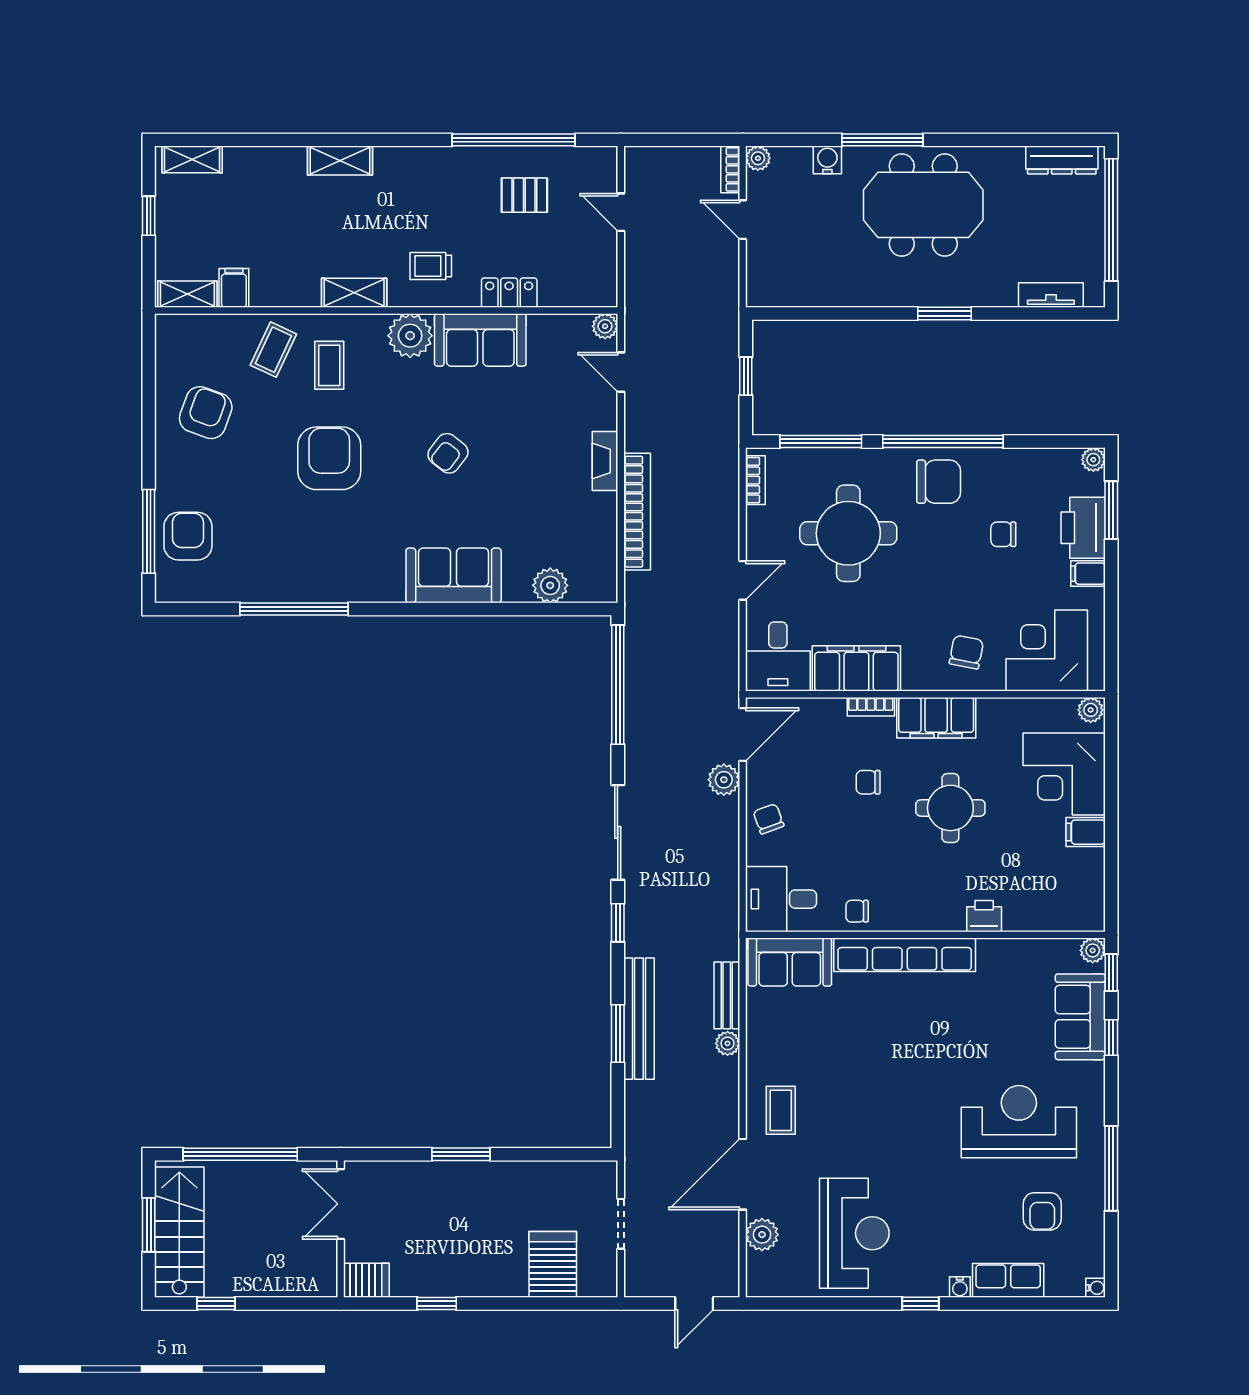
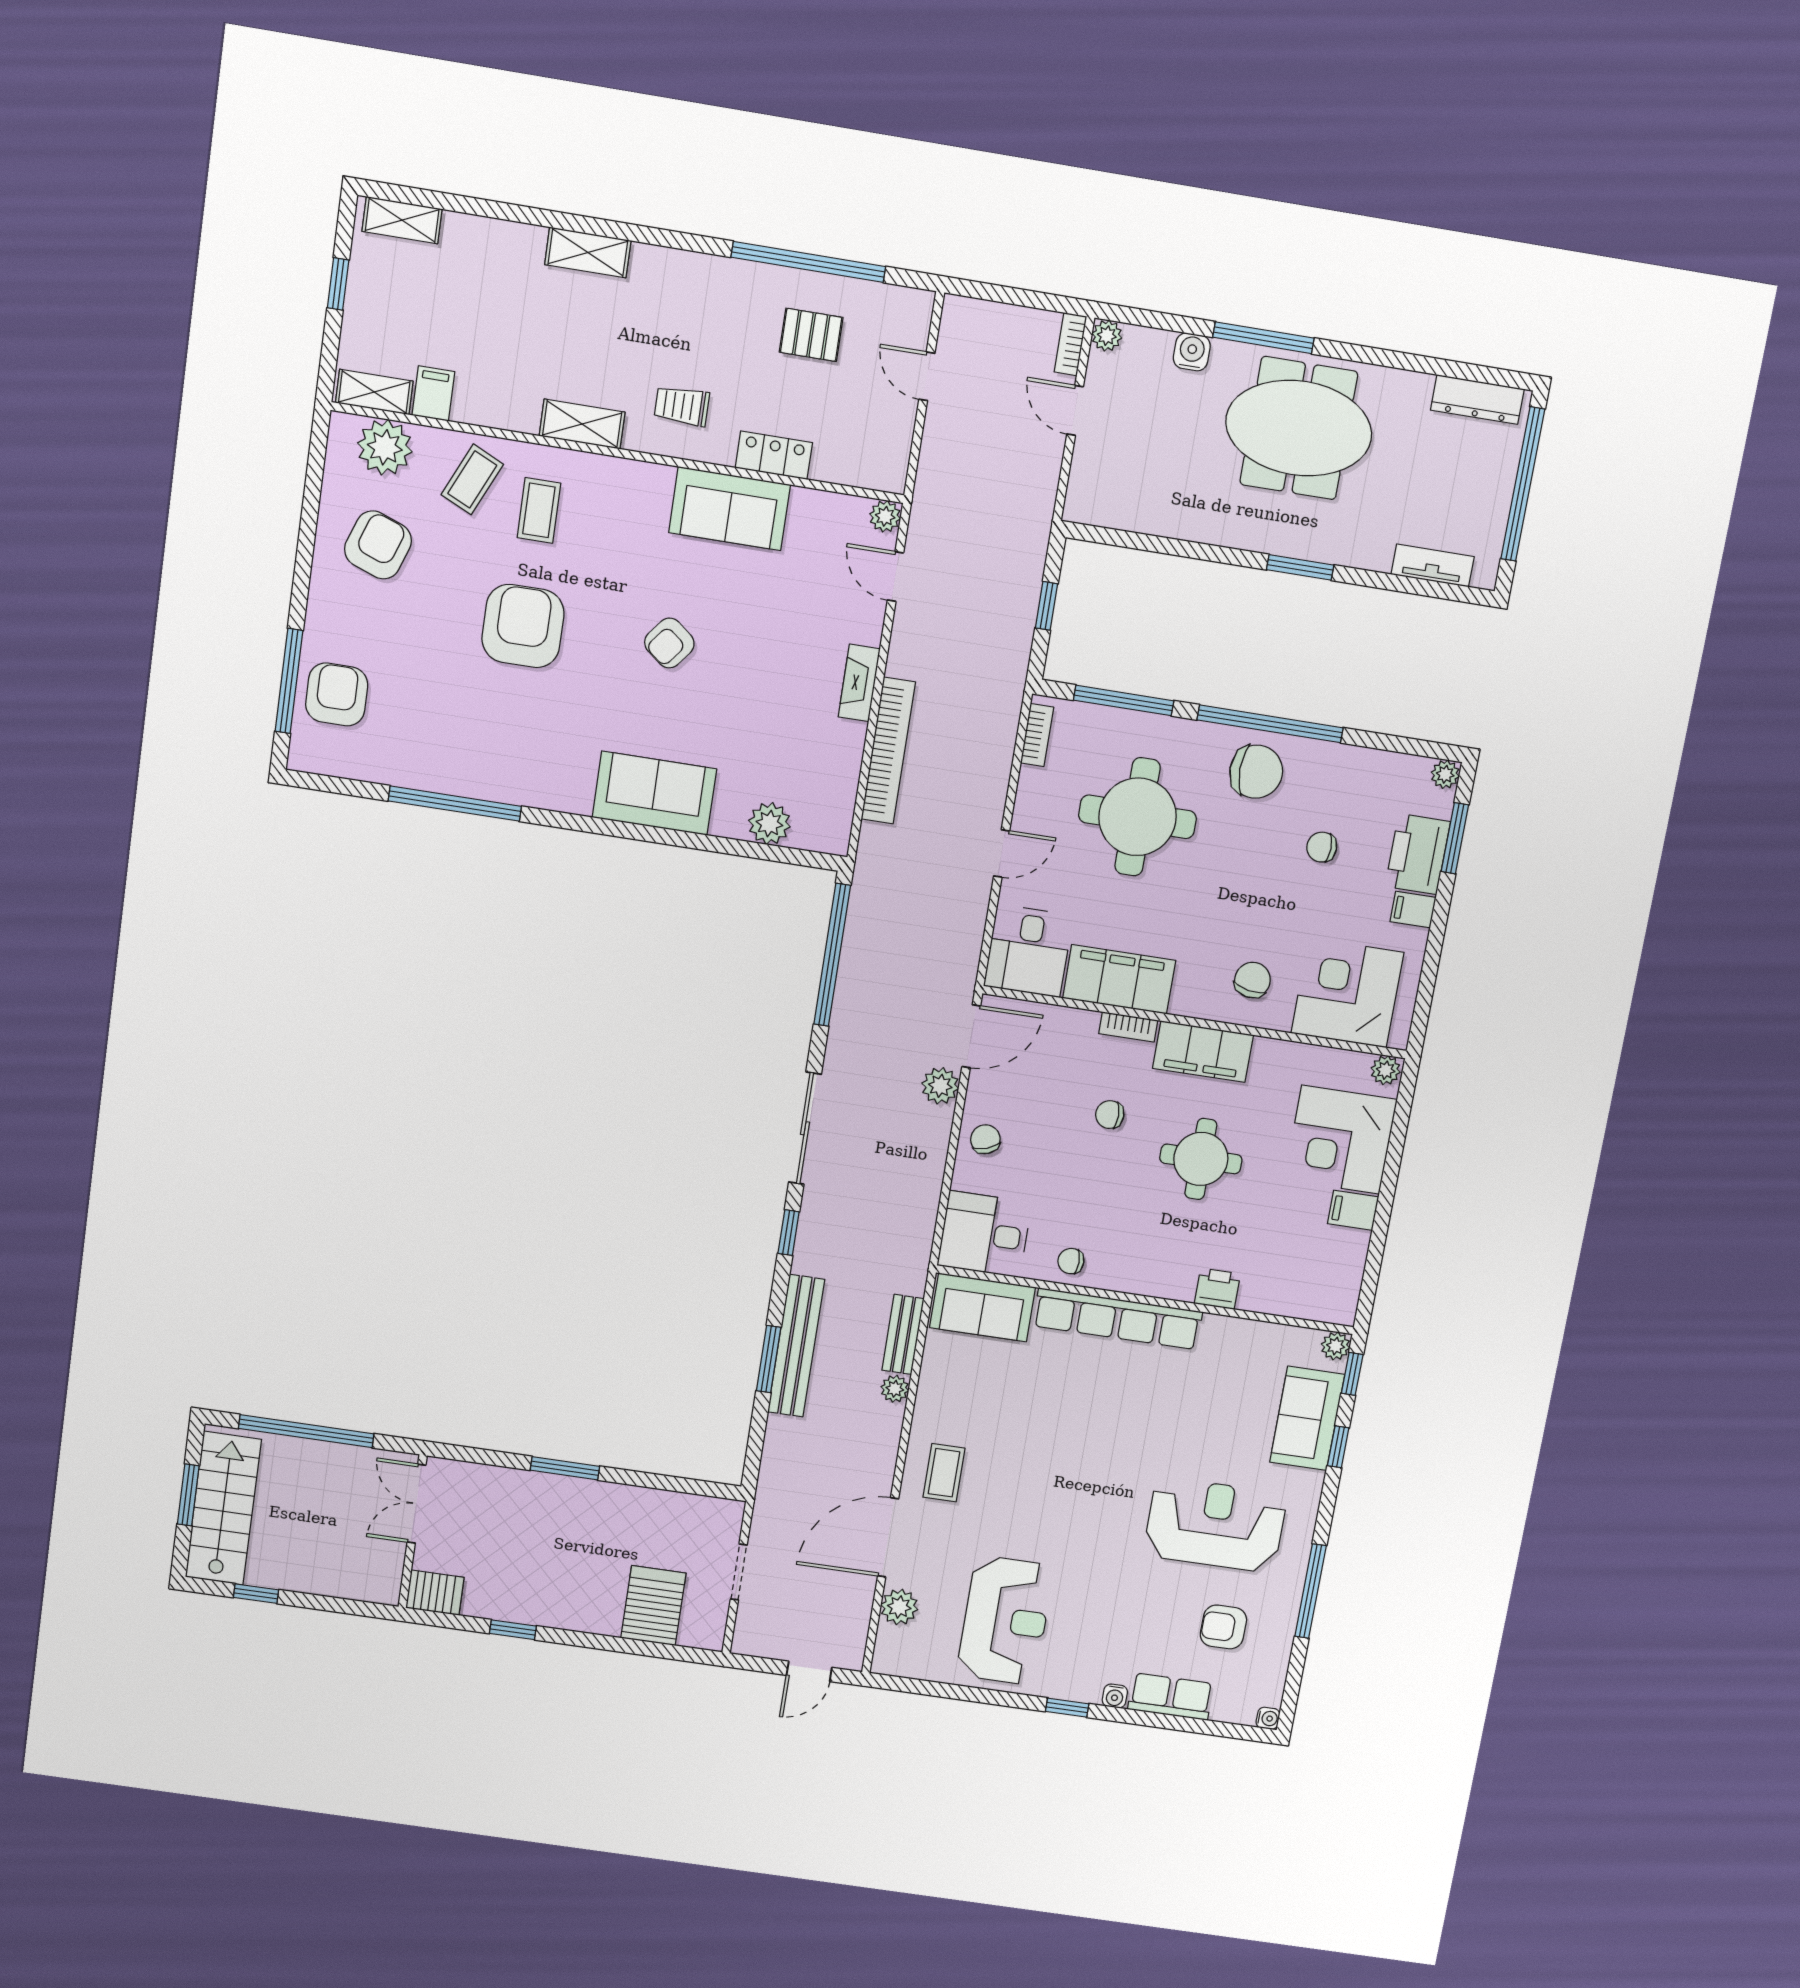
plant: (410, 336) -> (385, 447), moved
armchair: (1042, 1211) -> (1223, 1627), turned 90

